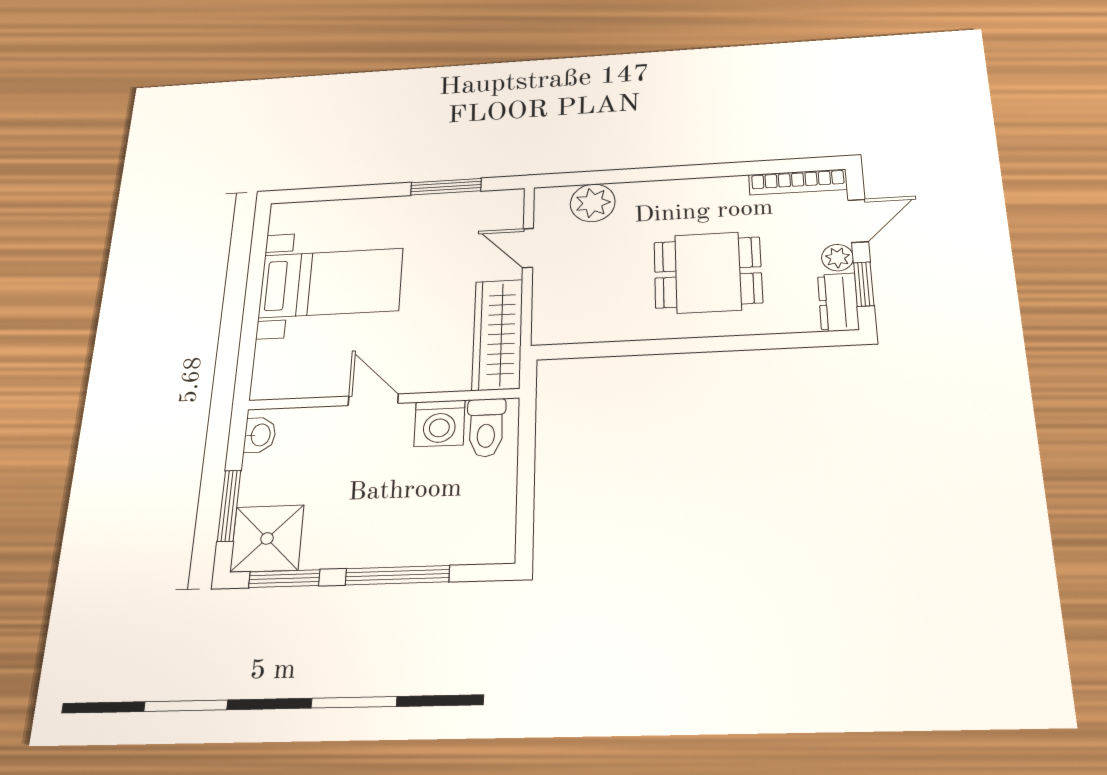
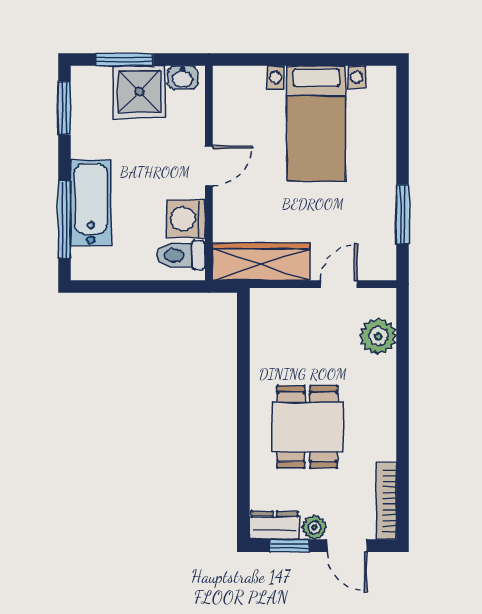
shower: (267, 538) -> (139, 92), moved
bathtub: (412, 541) -> (91, 203), added
window: (397, 575) -> (64, 219), moved

